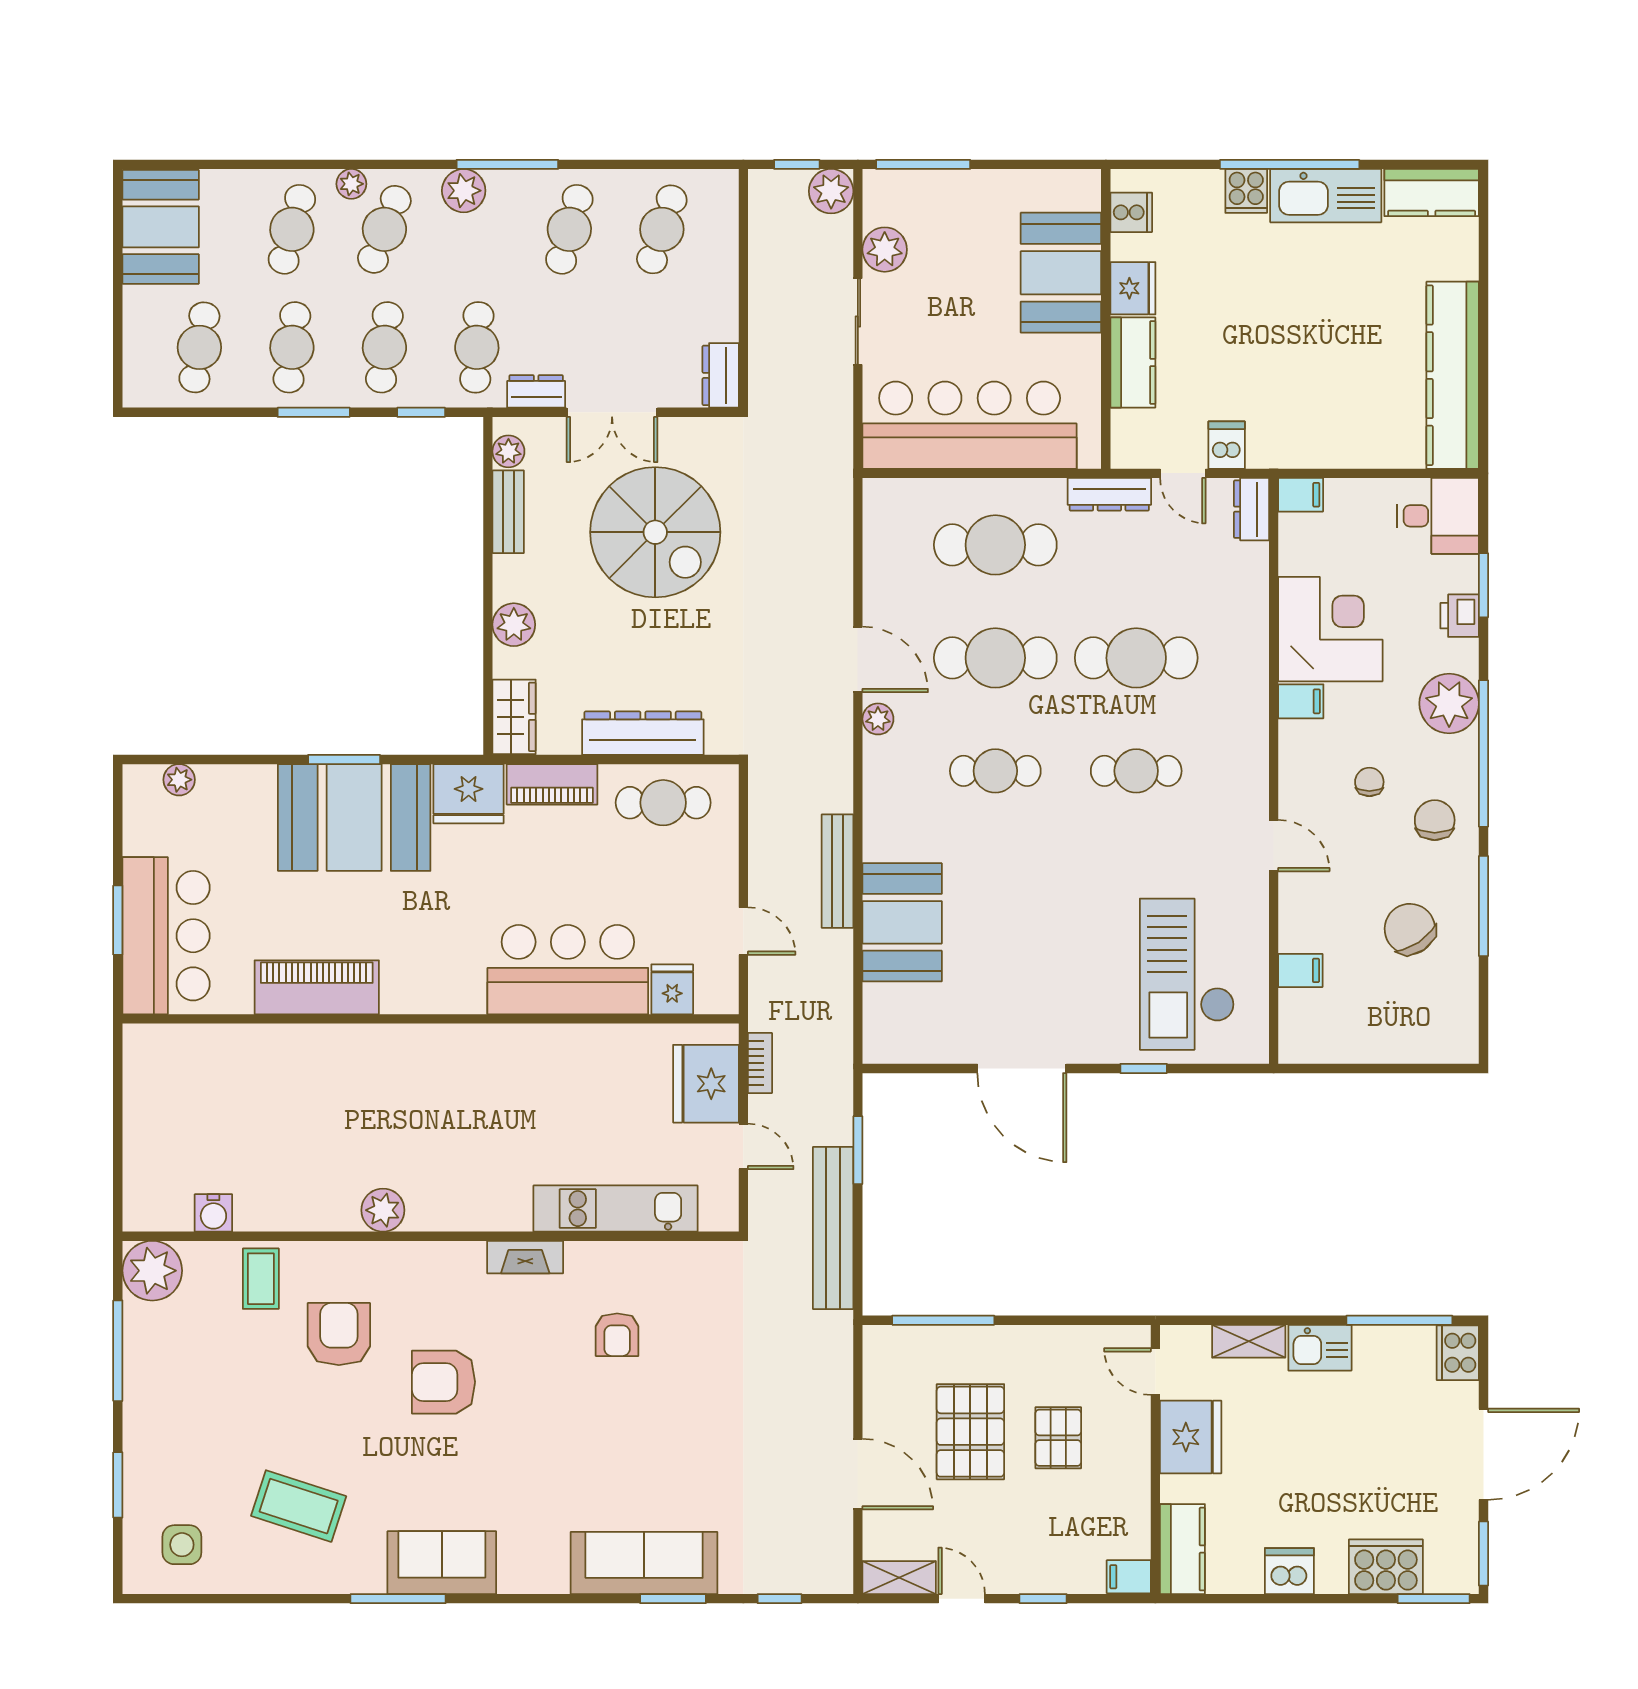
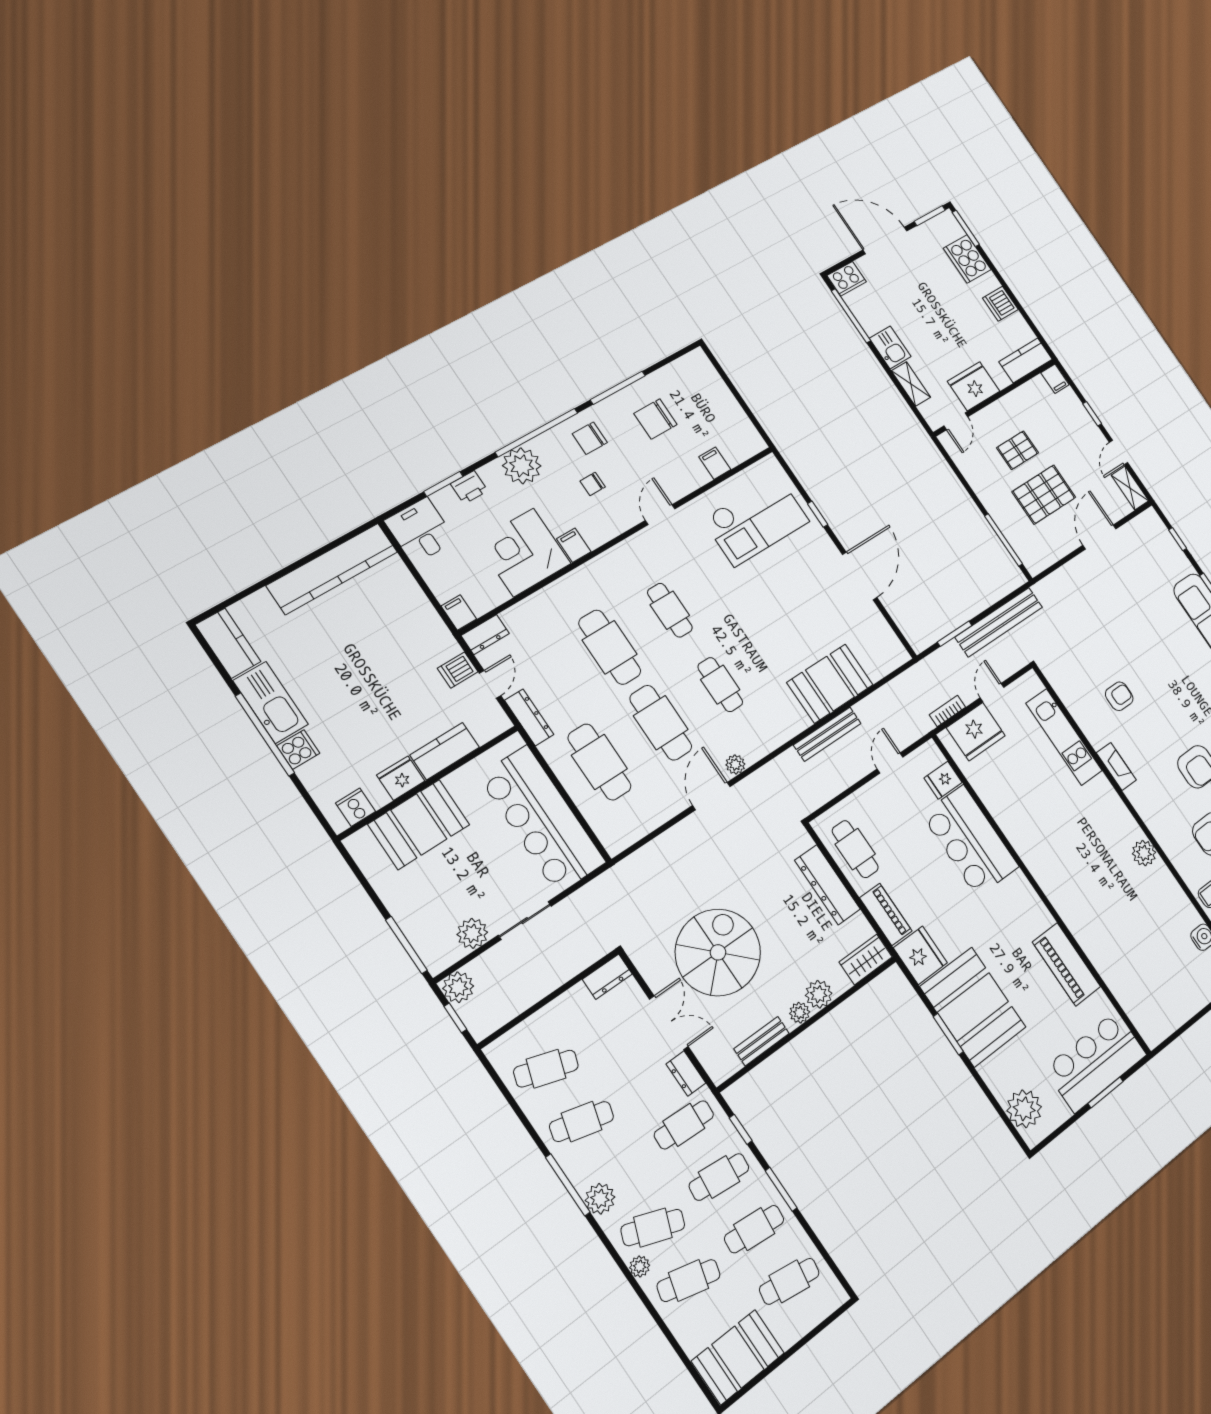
plant: (508, 451) -> (800, 1013), moved
plant: (179, 780) -> (1024, 1109), width x1.88, depth x1.88
chair: (1410, 929) -> (655, 419), turned 34

